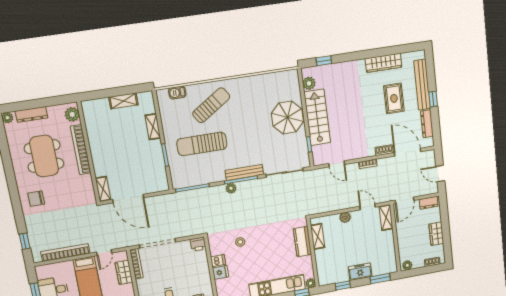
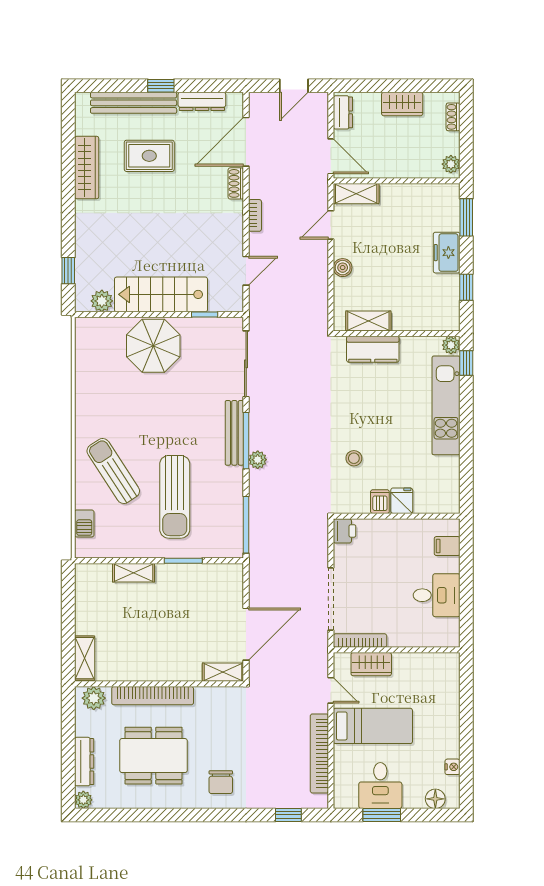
shelving: (123, 101) -> (85, 658), moved

